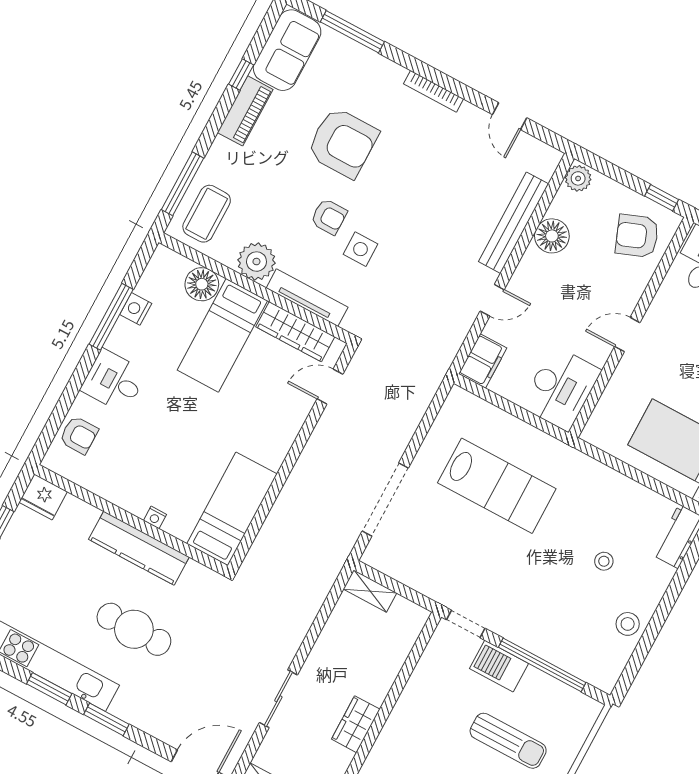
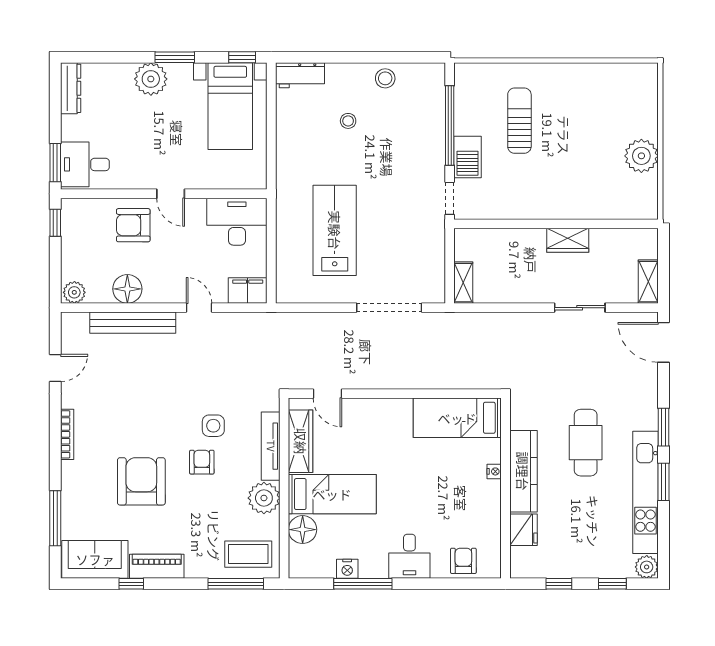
armchair: (637, 236) -> (133, 225), moved, turned 111
fridge: (43, 497) -> (523, 530), moved

